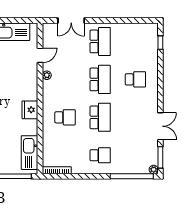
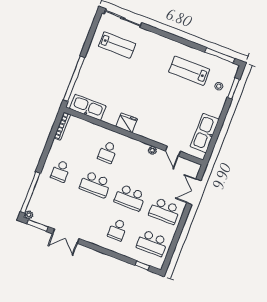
school desk: (135, 41) -> (152, 243), added

